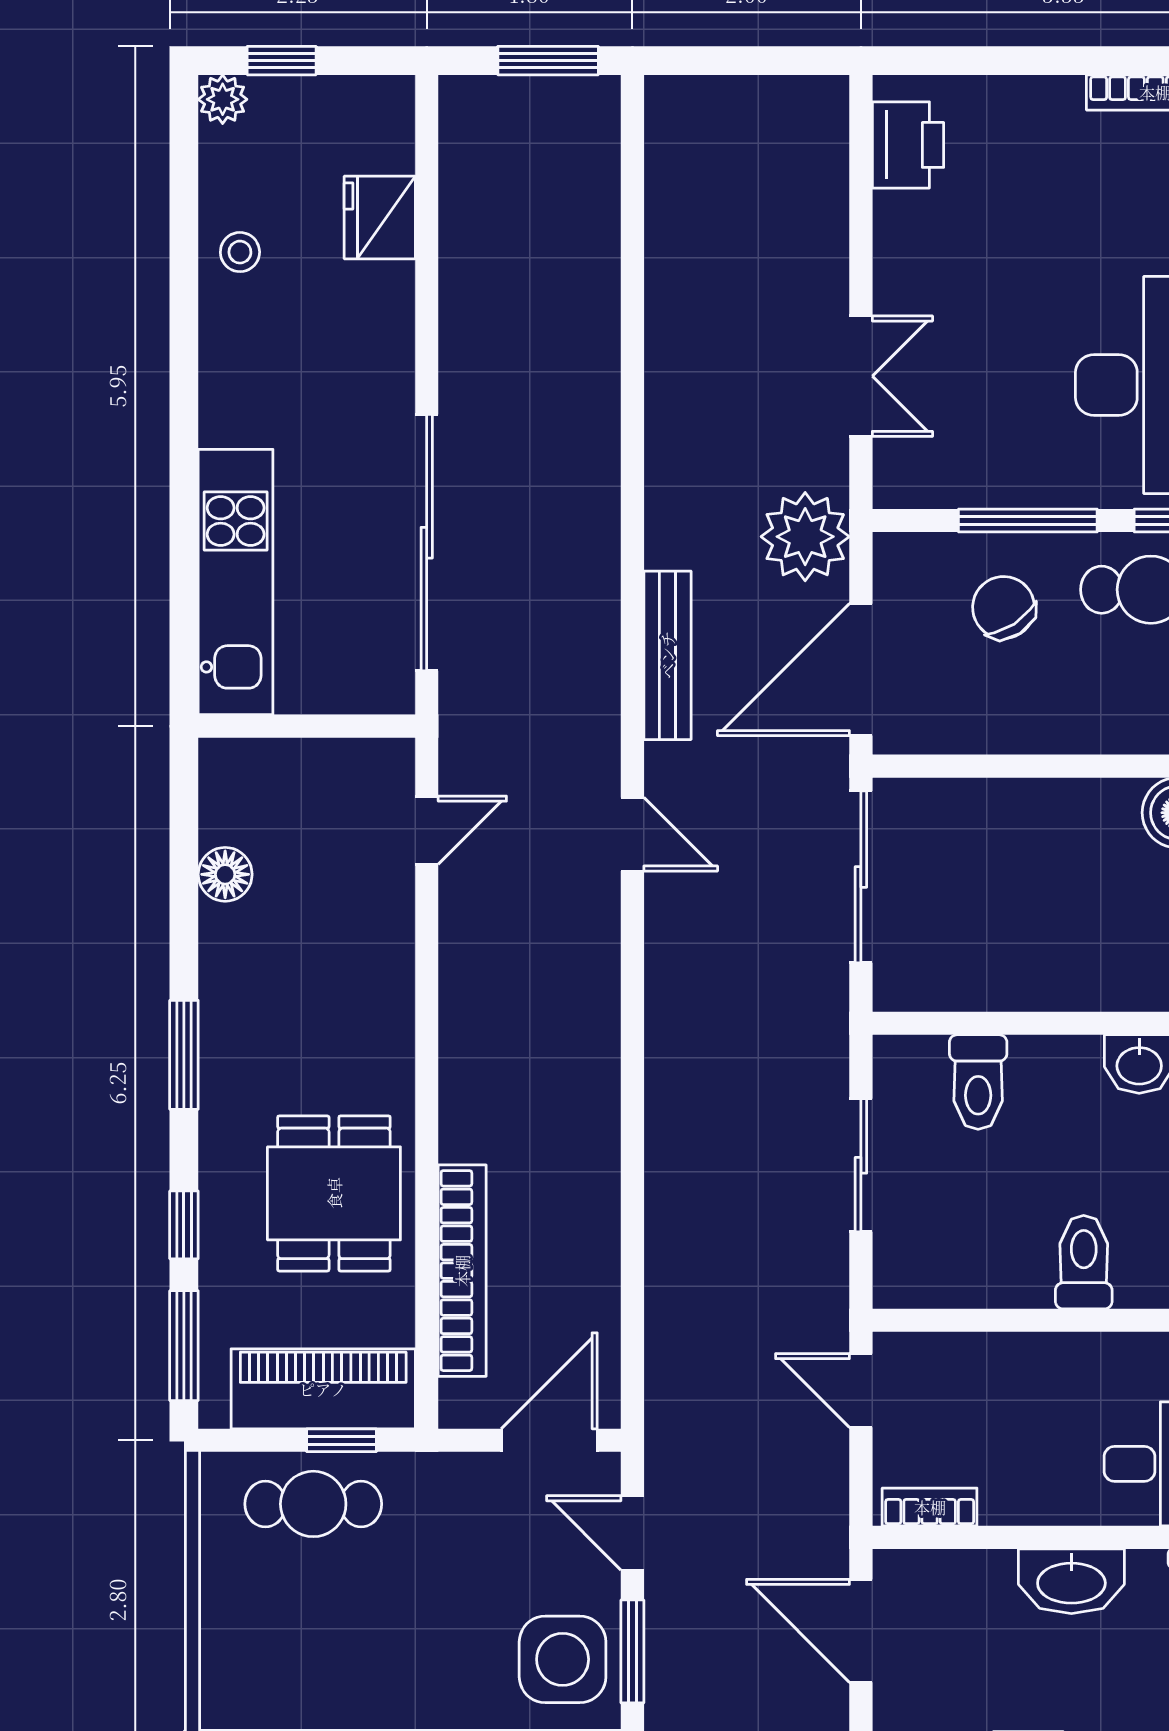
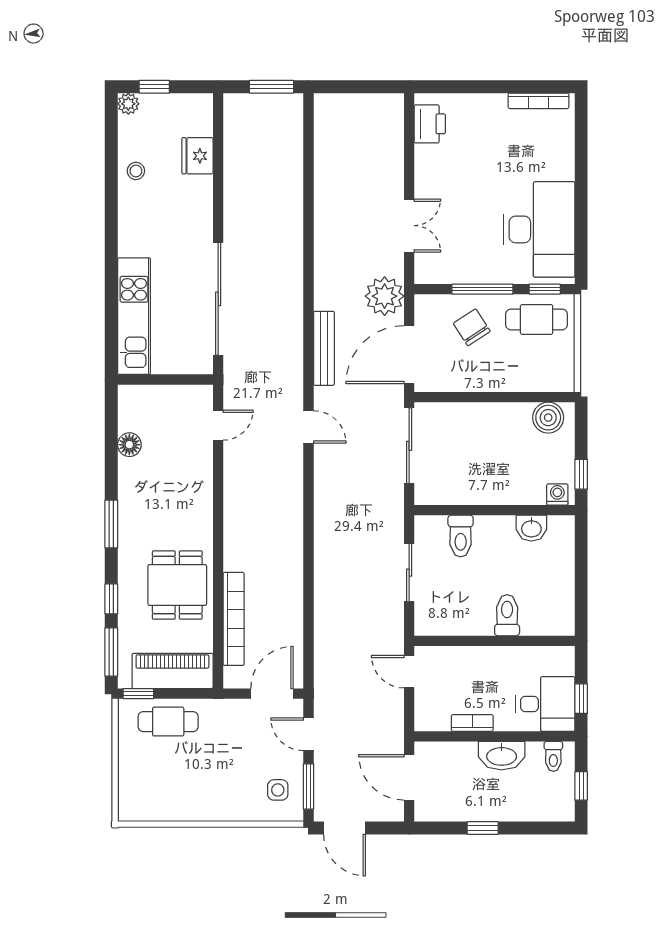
window: (341, 1440) -> (138, 694), moved
bookcase: (930, 1507) -> (472, 723), moved
side table: (563, 1659) -> (278, 790), width x0.54, depth x0.54

